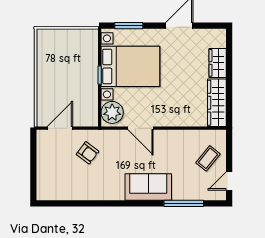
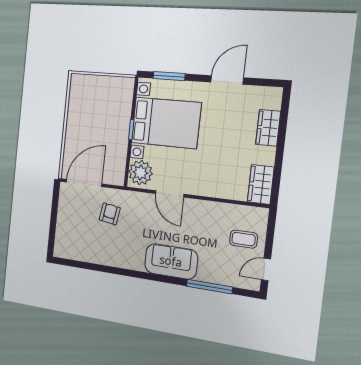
wardrobe: (217, 103) -> (261, 184), width x0.67
door: (60, 128) -> (84, 183), width x1.36
armchair: (88, 153) -> (110, 214), turned -118
coffee table: (208, 158) -> (244, 239), turned 51

